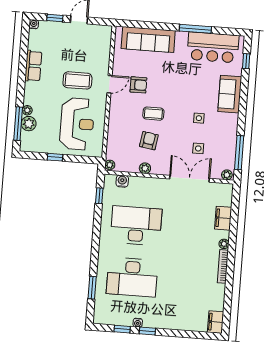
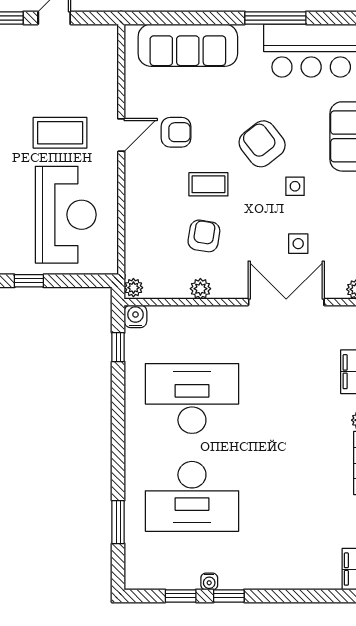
armchair: (183, 94) -> (262, 144), added
water cooler: (122, 181) -> (135, 316), moved

